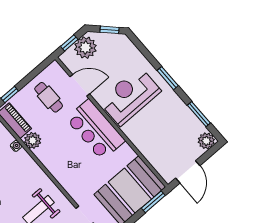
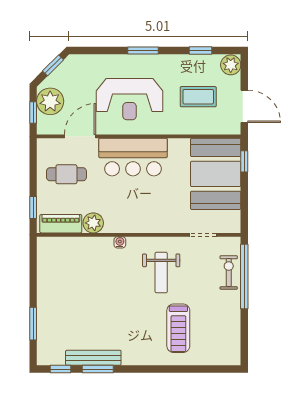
reception desk: (130, 96) -> (130, 99), turned -90
window: (199, 114) -> (201, 50), width x0.67
coffee table: (169, 138) -> (198, 97), added
water cooler: (16, 146) -> (120, 242), moved
window: (153, 202) -> (244, 161), width x0.67

